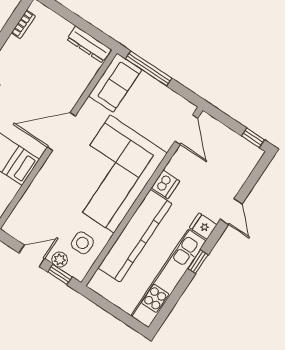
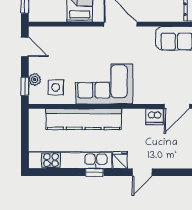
corner sofa: (112, 174) -> (104, 84), width x0.73, depth x0.74
dishwasher: (165, 184) -> (154, 117), moved
door: (32, 256) -> (25, 47), moved

